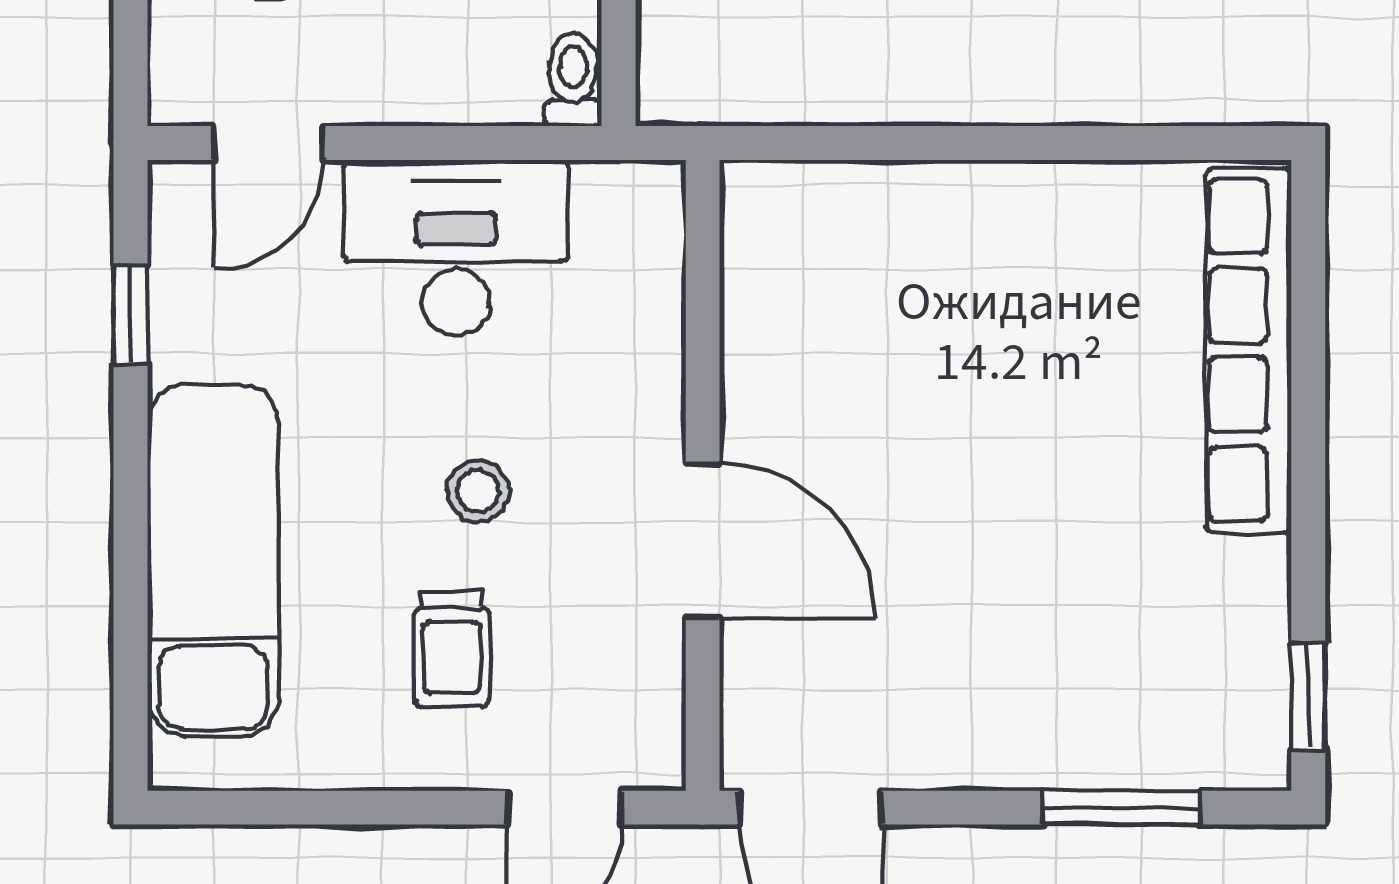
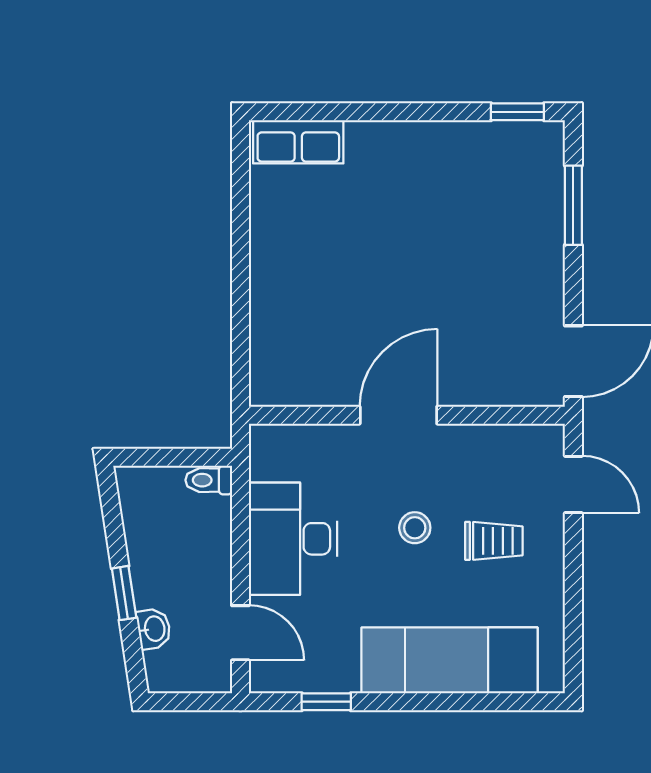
row of seats: (1248, 350) -> (298, 142), width x0.50
door: (703, 541) -> (398, 415), moved

